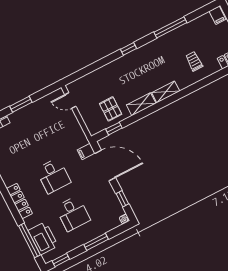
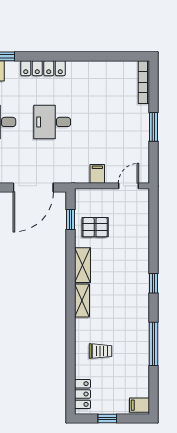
filing cabinet: (86, 152) -> (97, 174), moved

